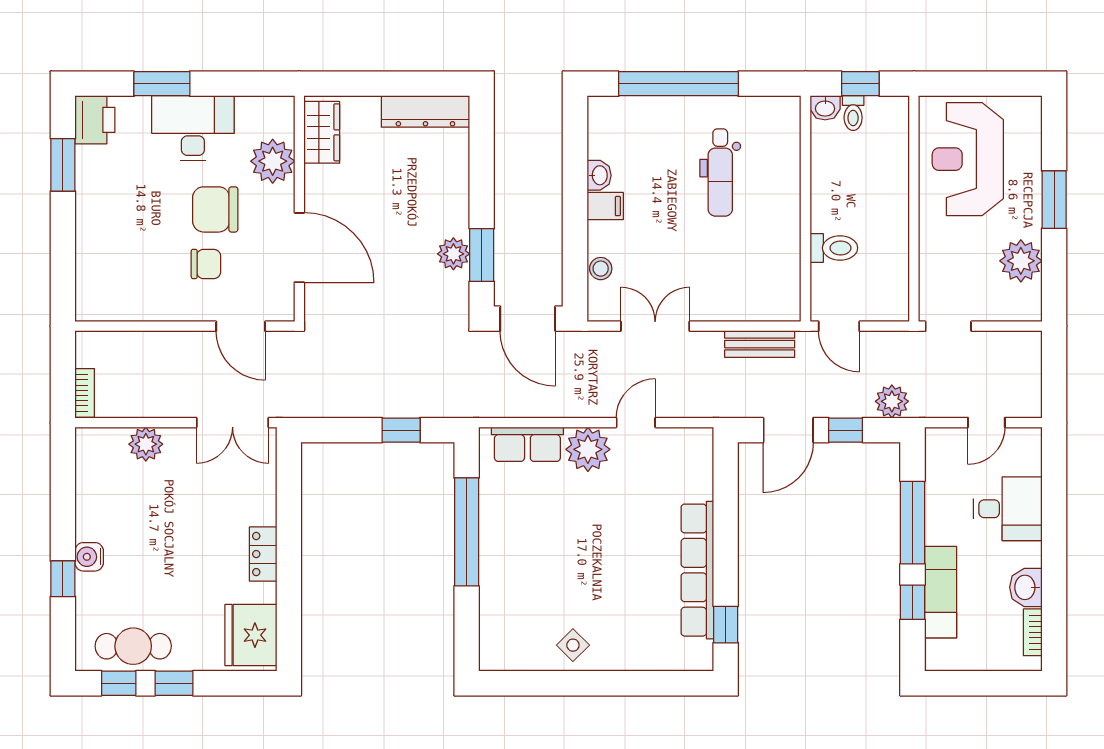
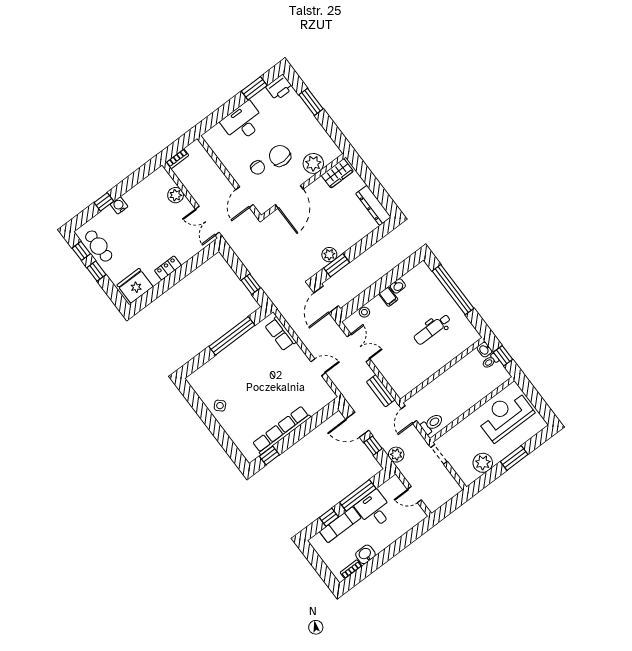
desk: (193, 128) -> (243, 122), moved, turned -90
toilet: (834, 248) -> (432, 424), moved, turned -90
plant: (588, 449) -> (295, 357), removed
desk: (1008, 509) -> (374, 509), moved, turned 180

